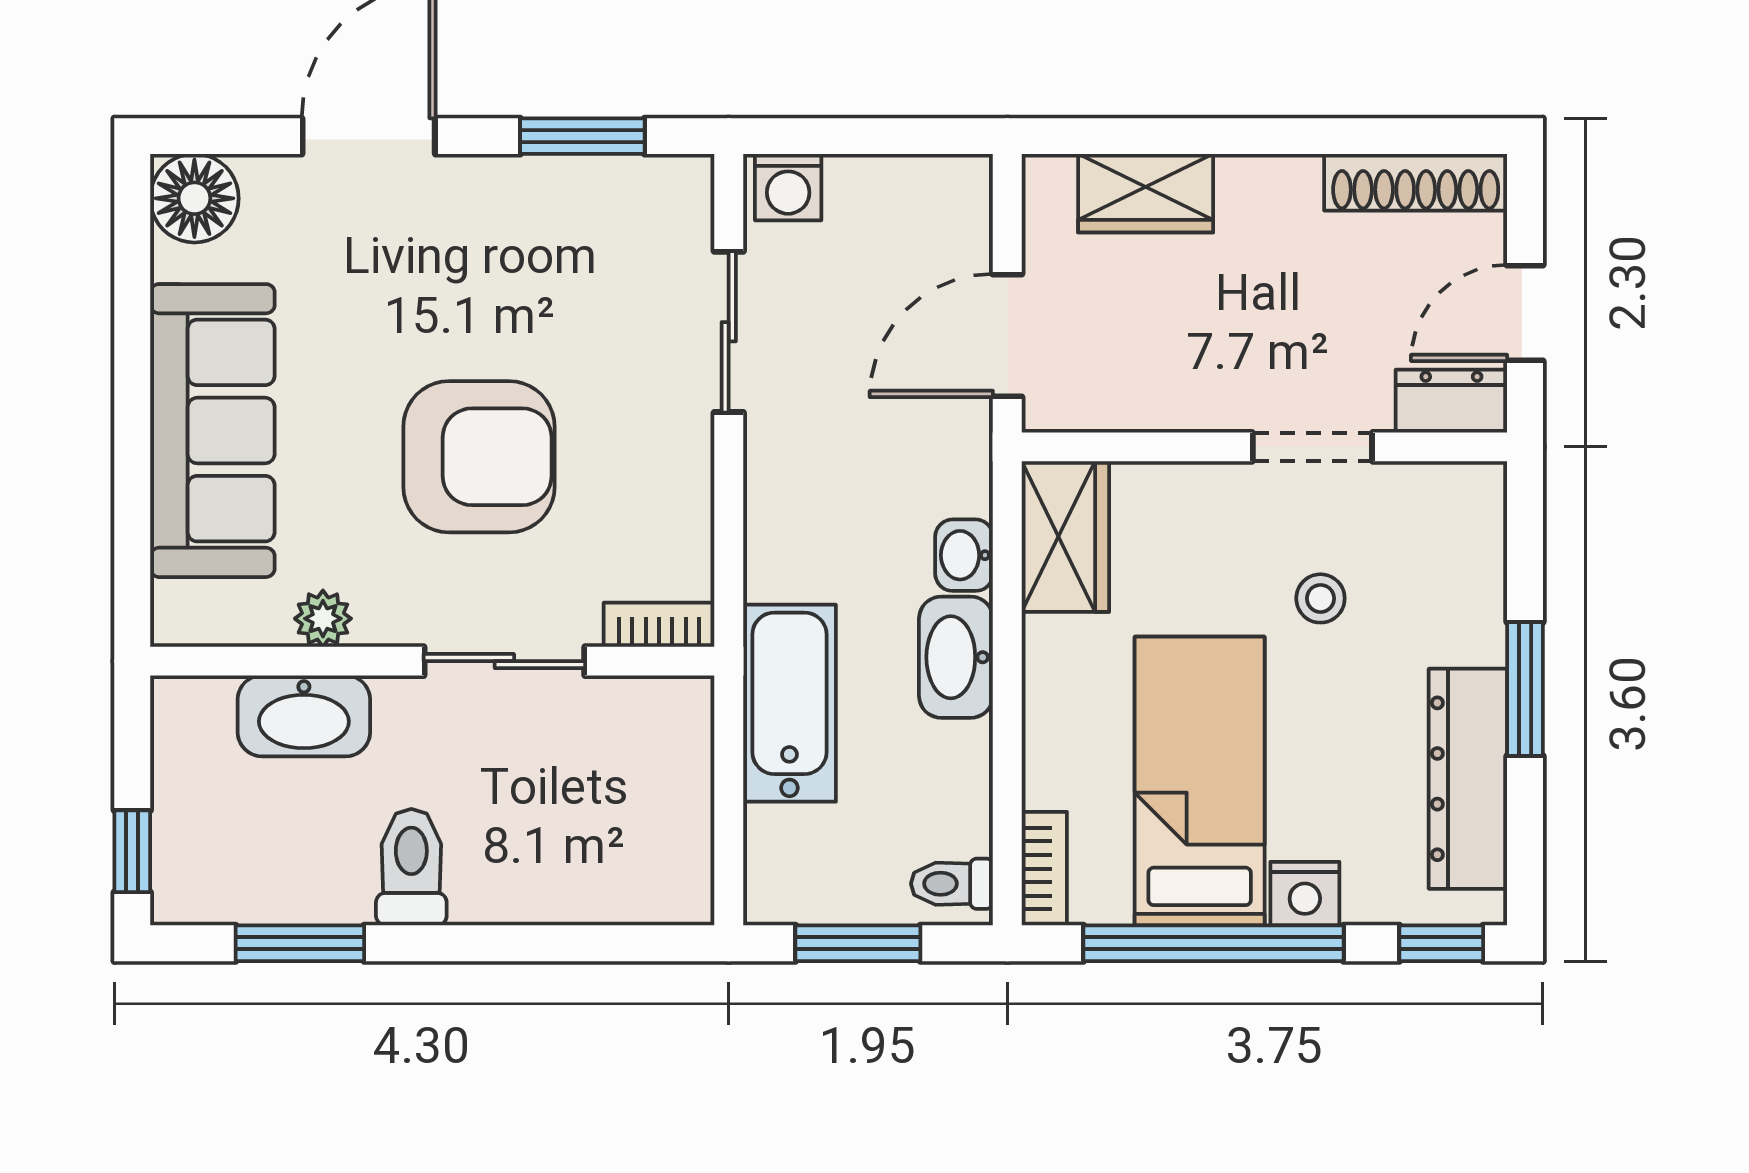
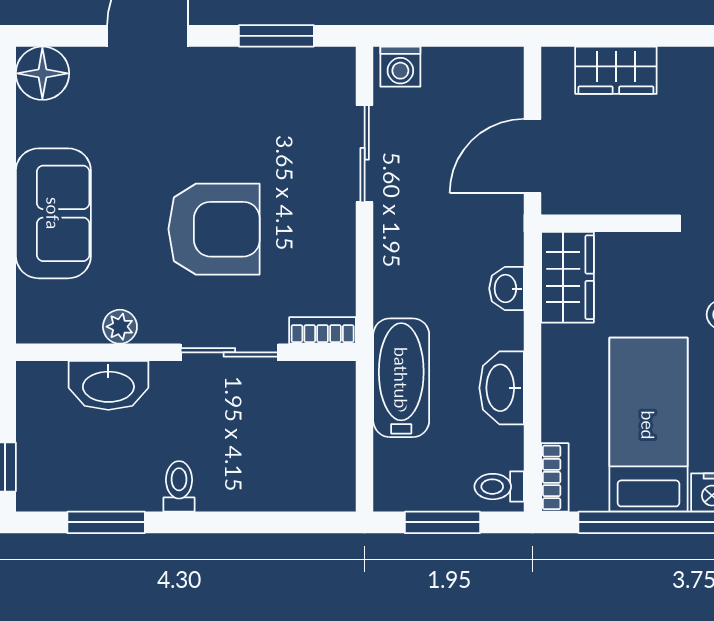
sofa: (212, 431) -> (53, 213), width x0.73
washbasin: (956, 657) -> (502, 388), moved
toilet: (411, 867) -> (179, 486), width x0.73, depth x0.72

